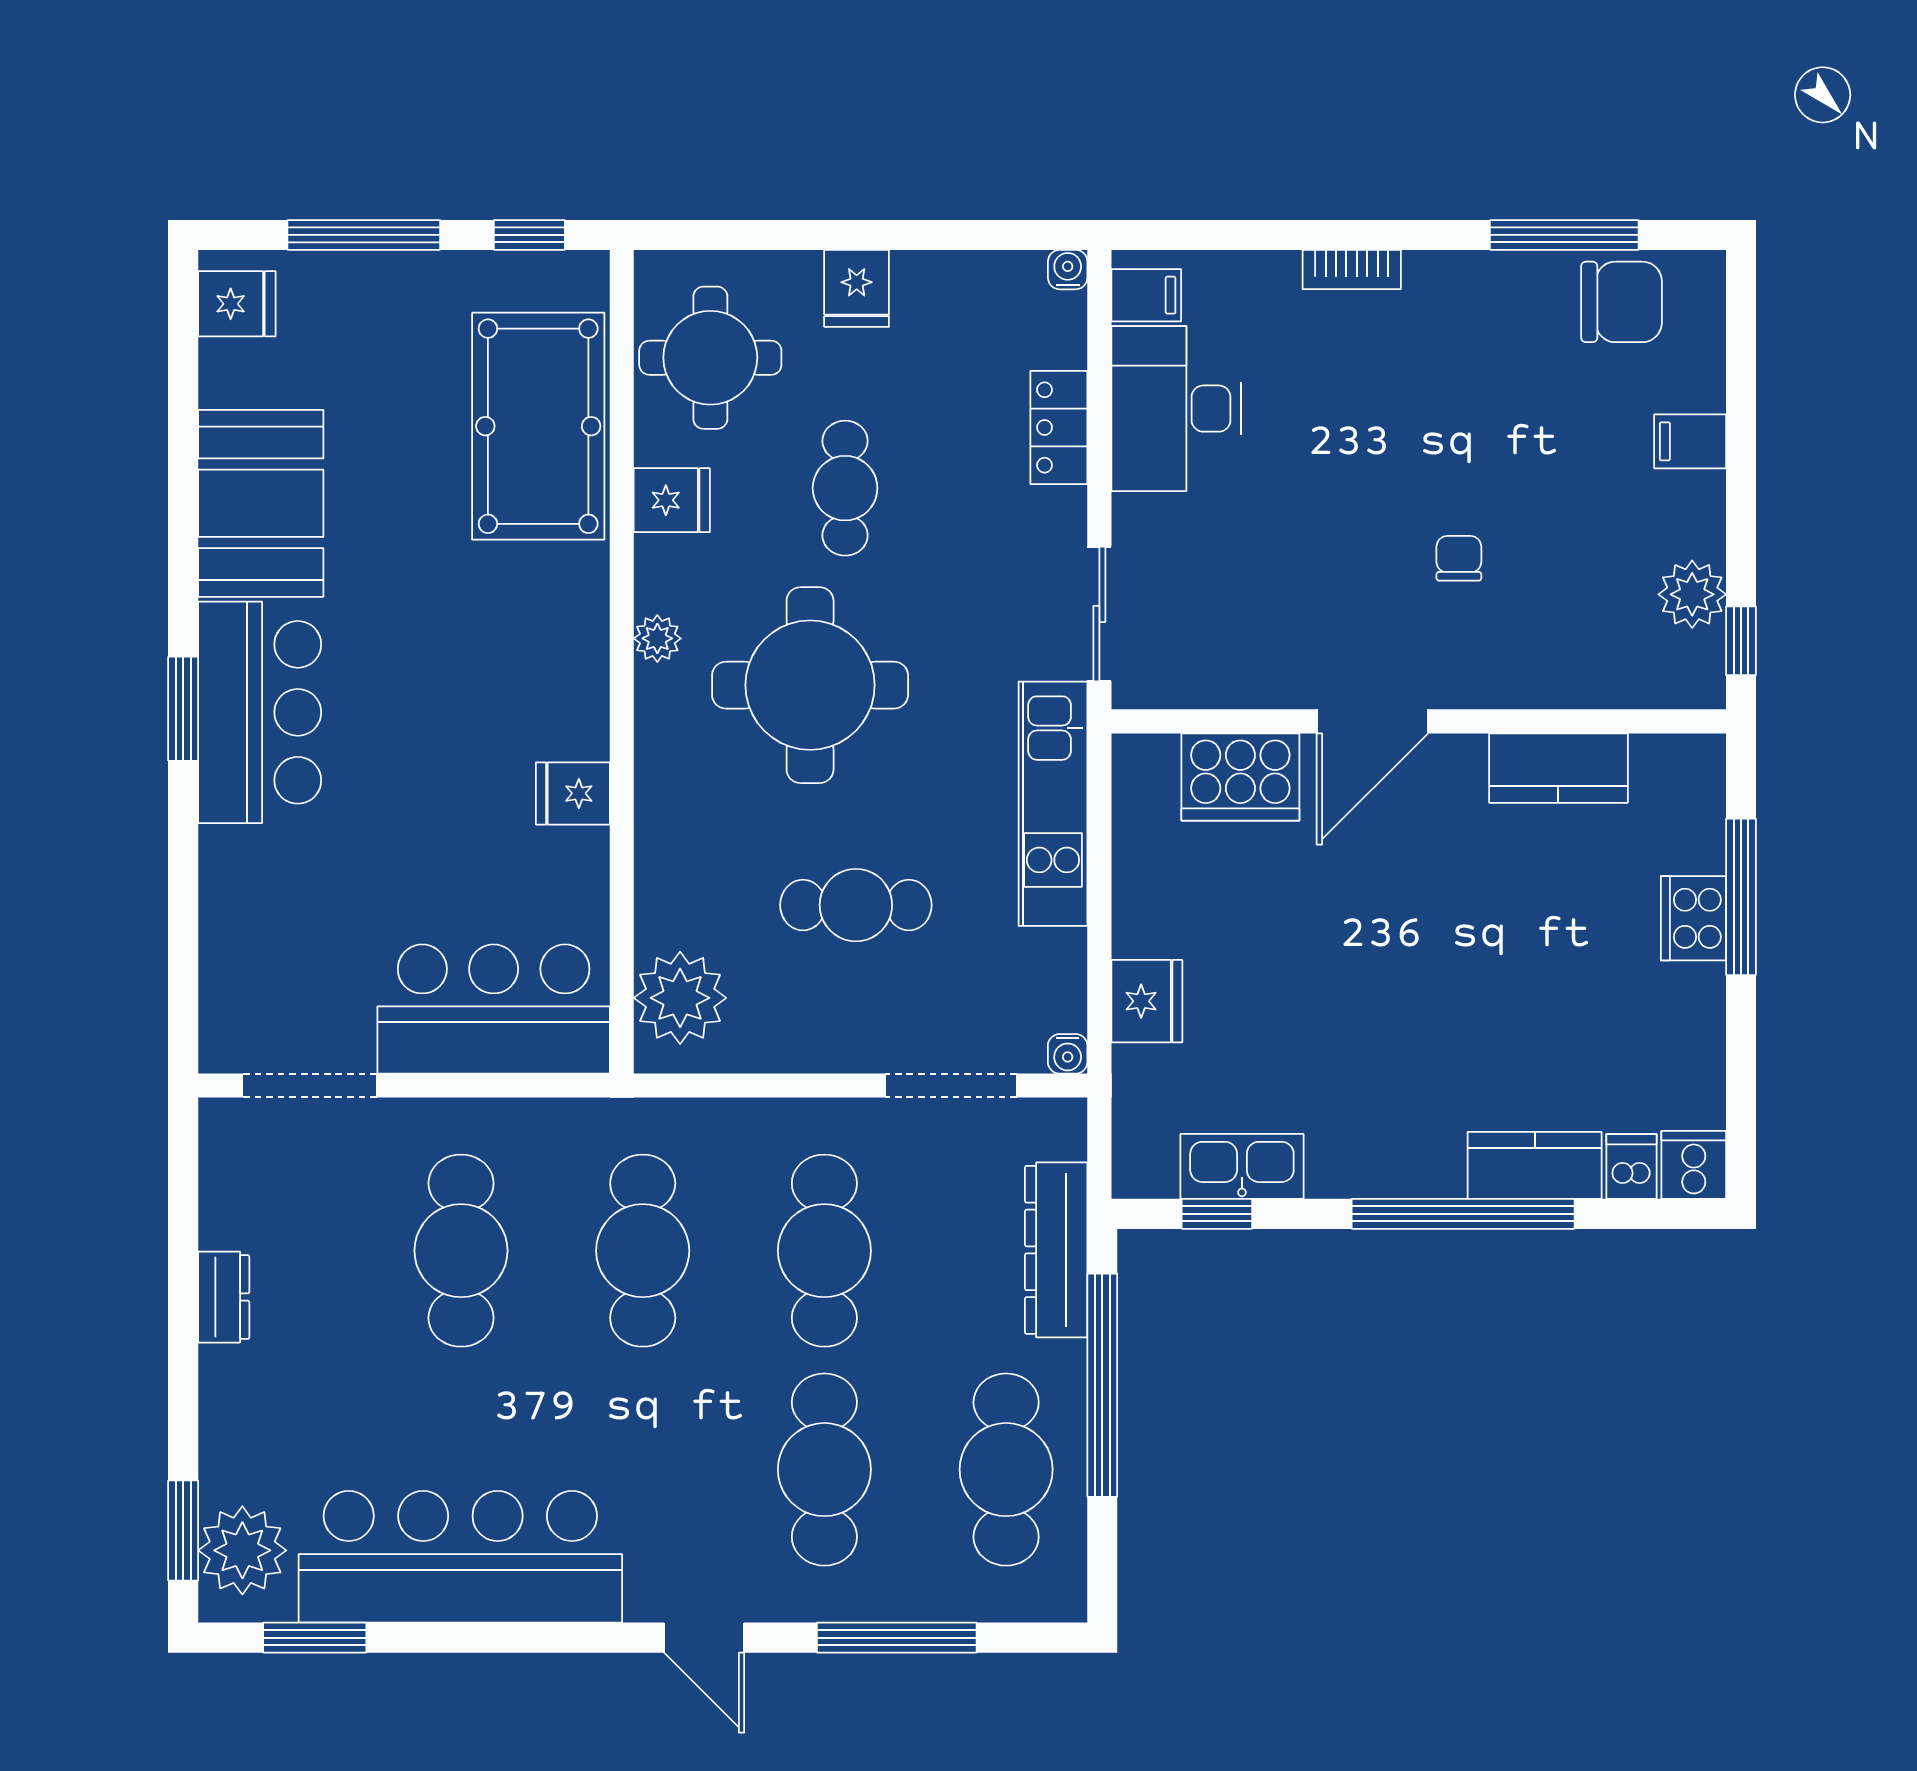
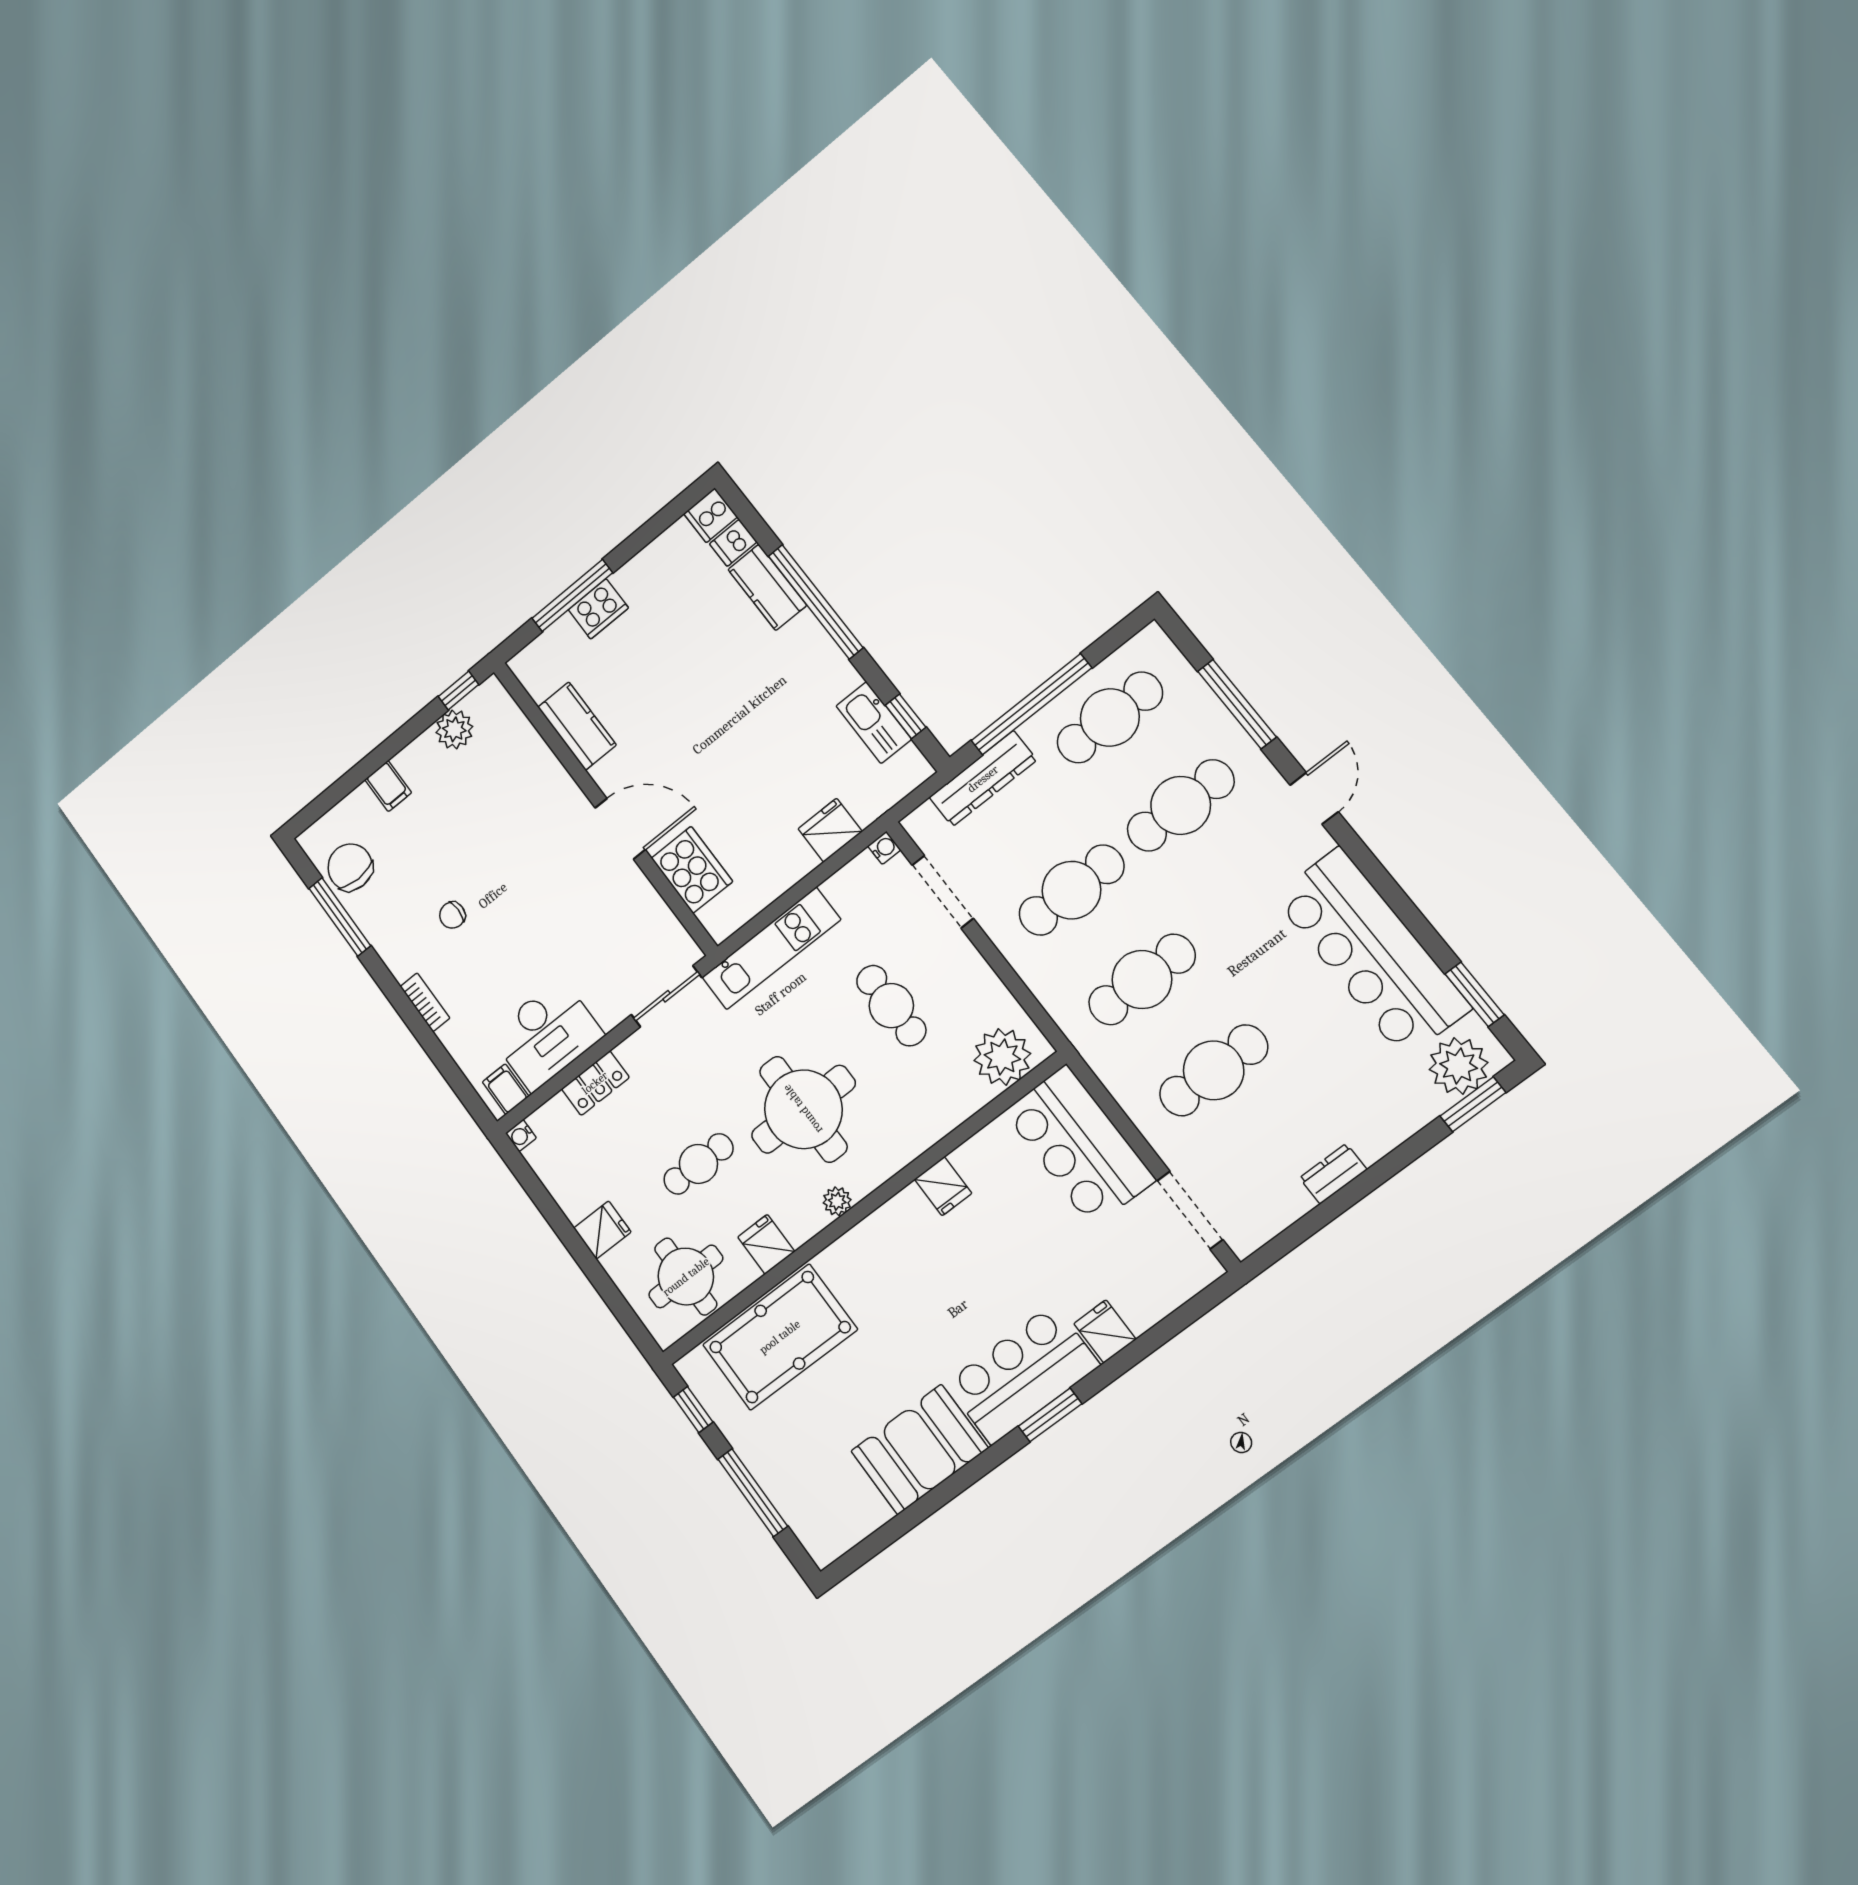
fridge: (237, 304) -> (1105, 1331), moved
chair: (1459, 558) -> (452, 915), moved

